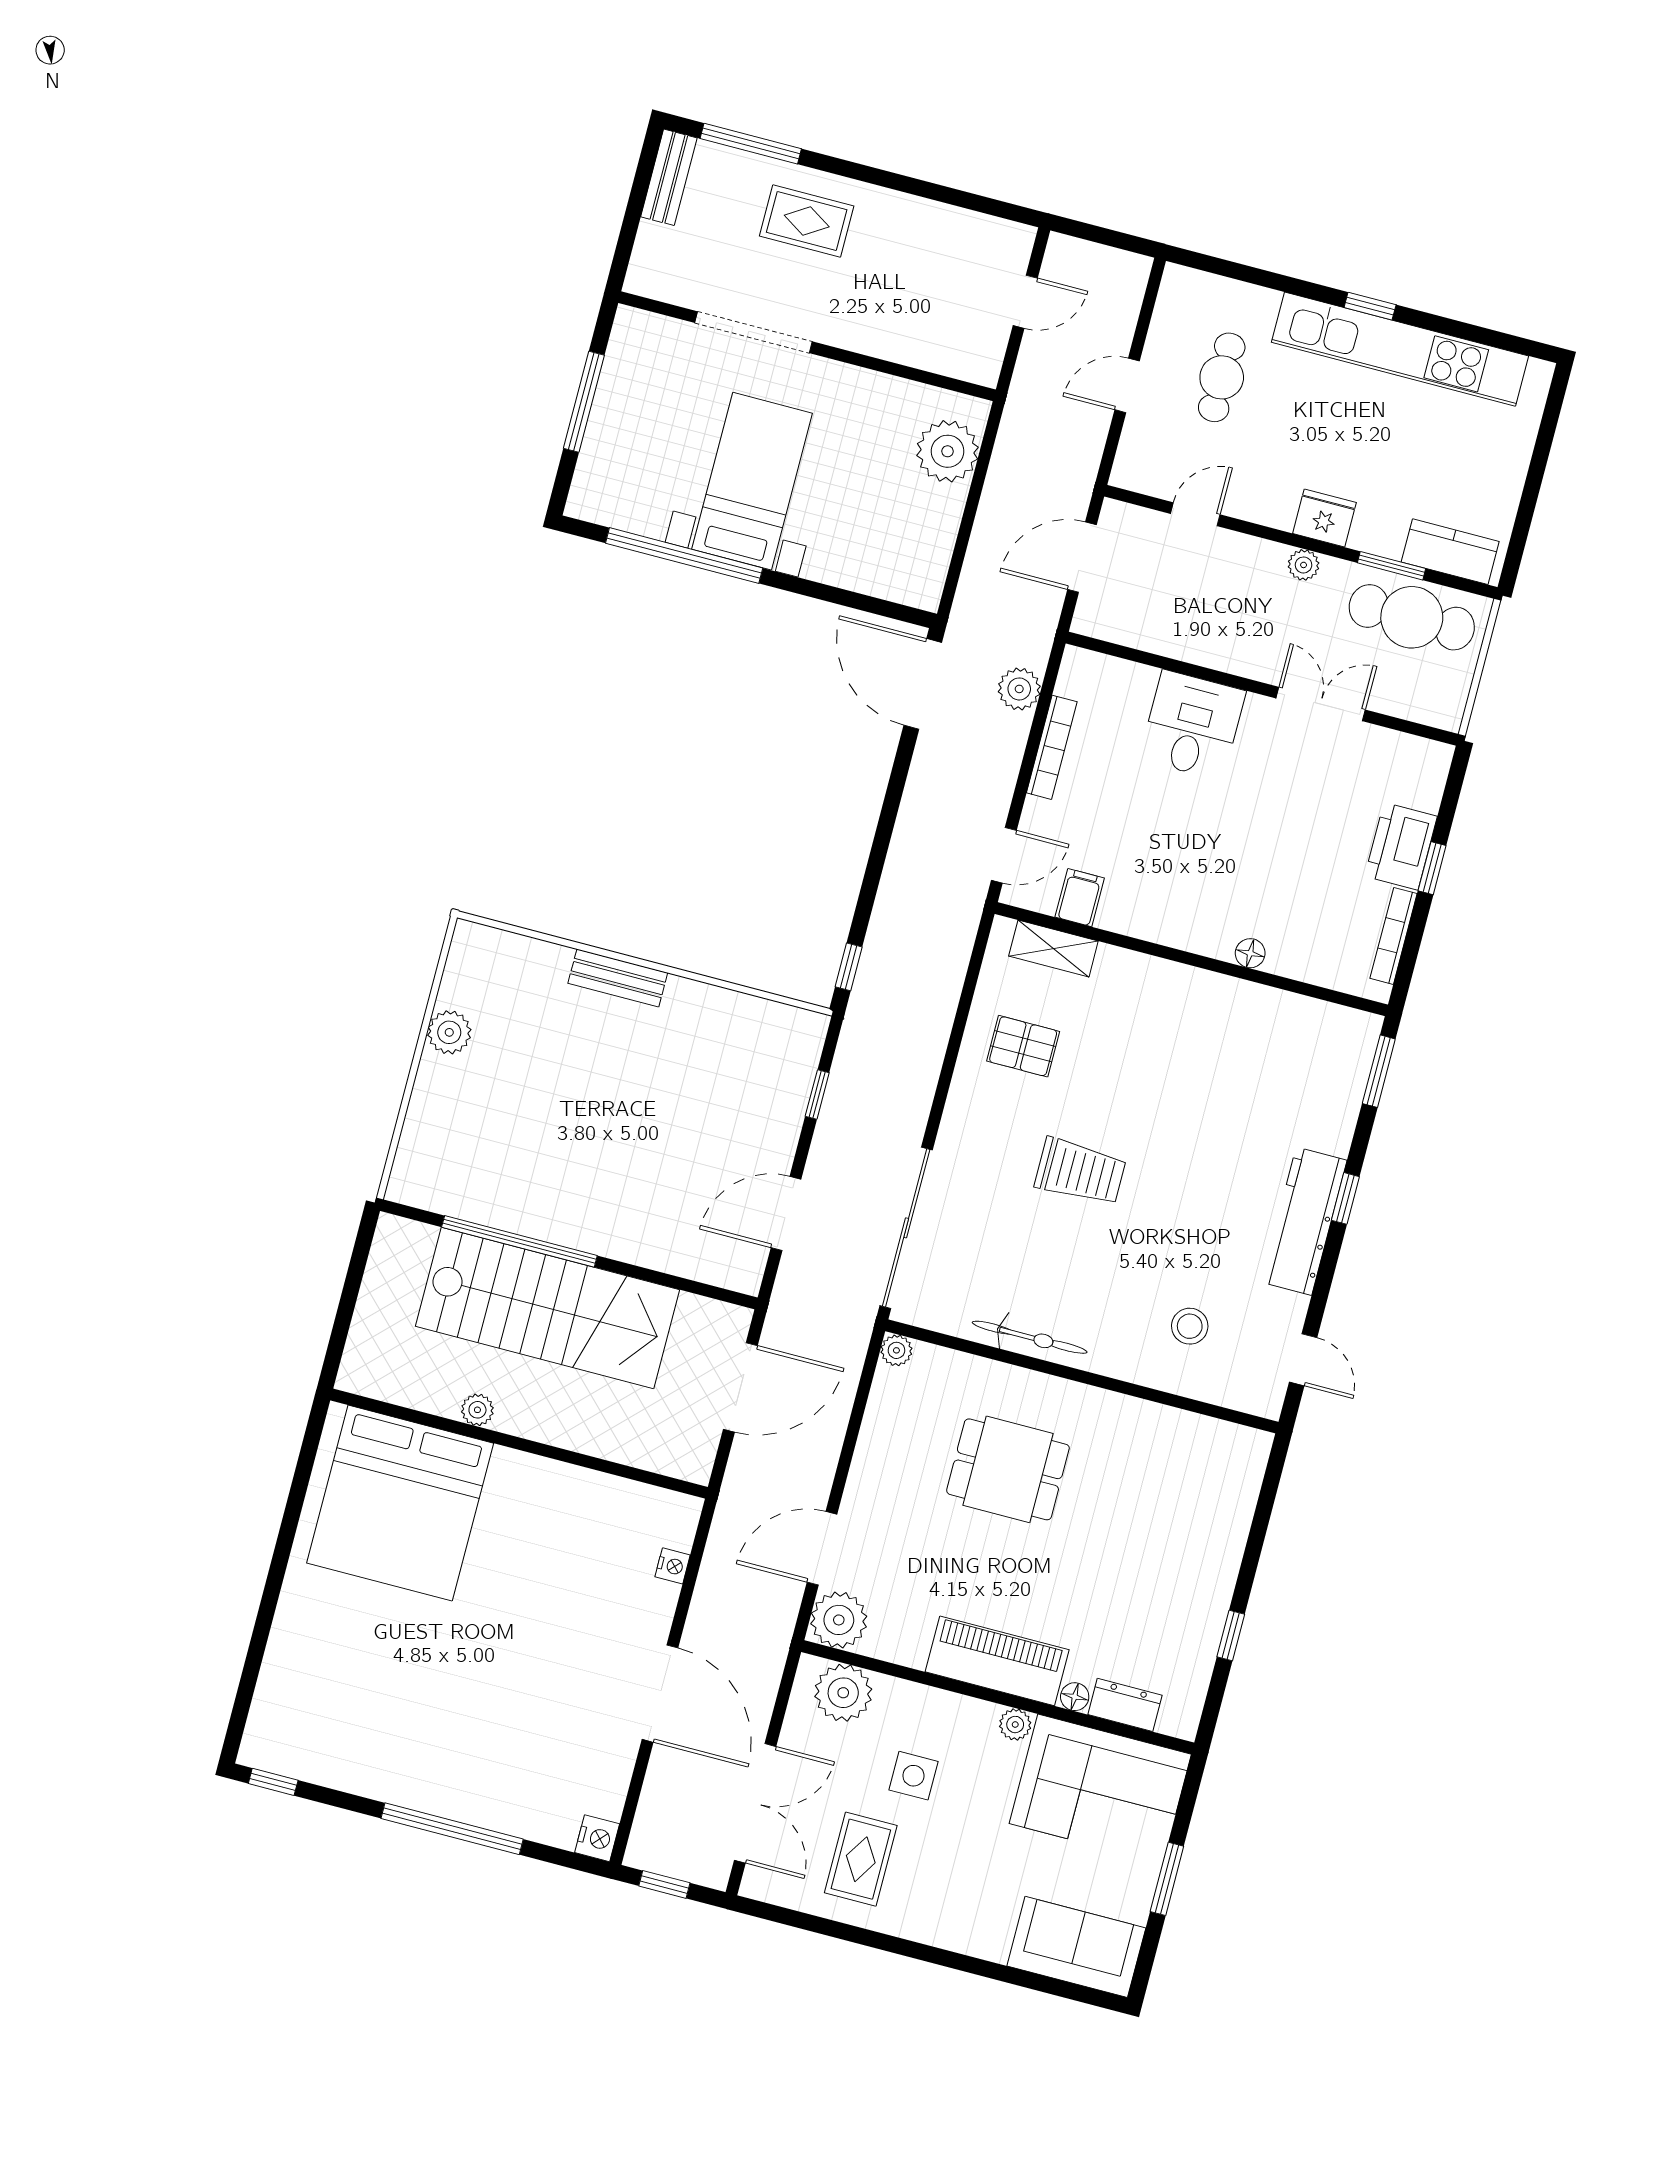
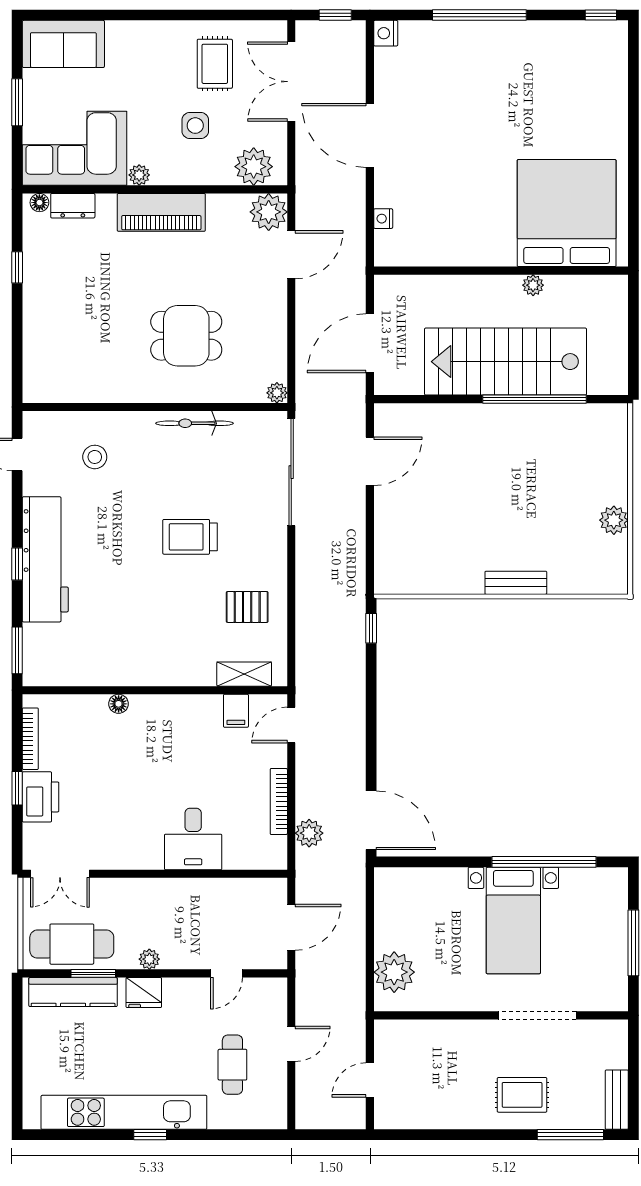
kitchen counter: (1450, 552) -> (73, 992), width x1.50
double door: (1321, 704) -> (60, 874), moved
window: (817, 1094) -> (370, 542), removed
workbench: (1304, 1221) -> (45, 559), width x1.36, depth x1.32
floor lamp: (1075, 1697) -> (39, 203), moved

